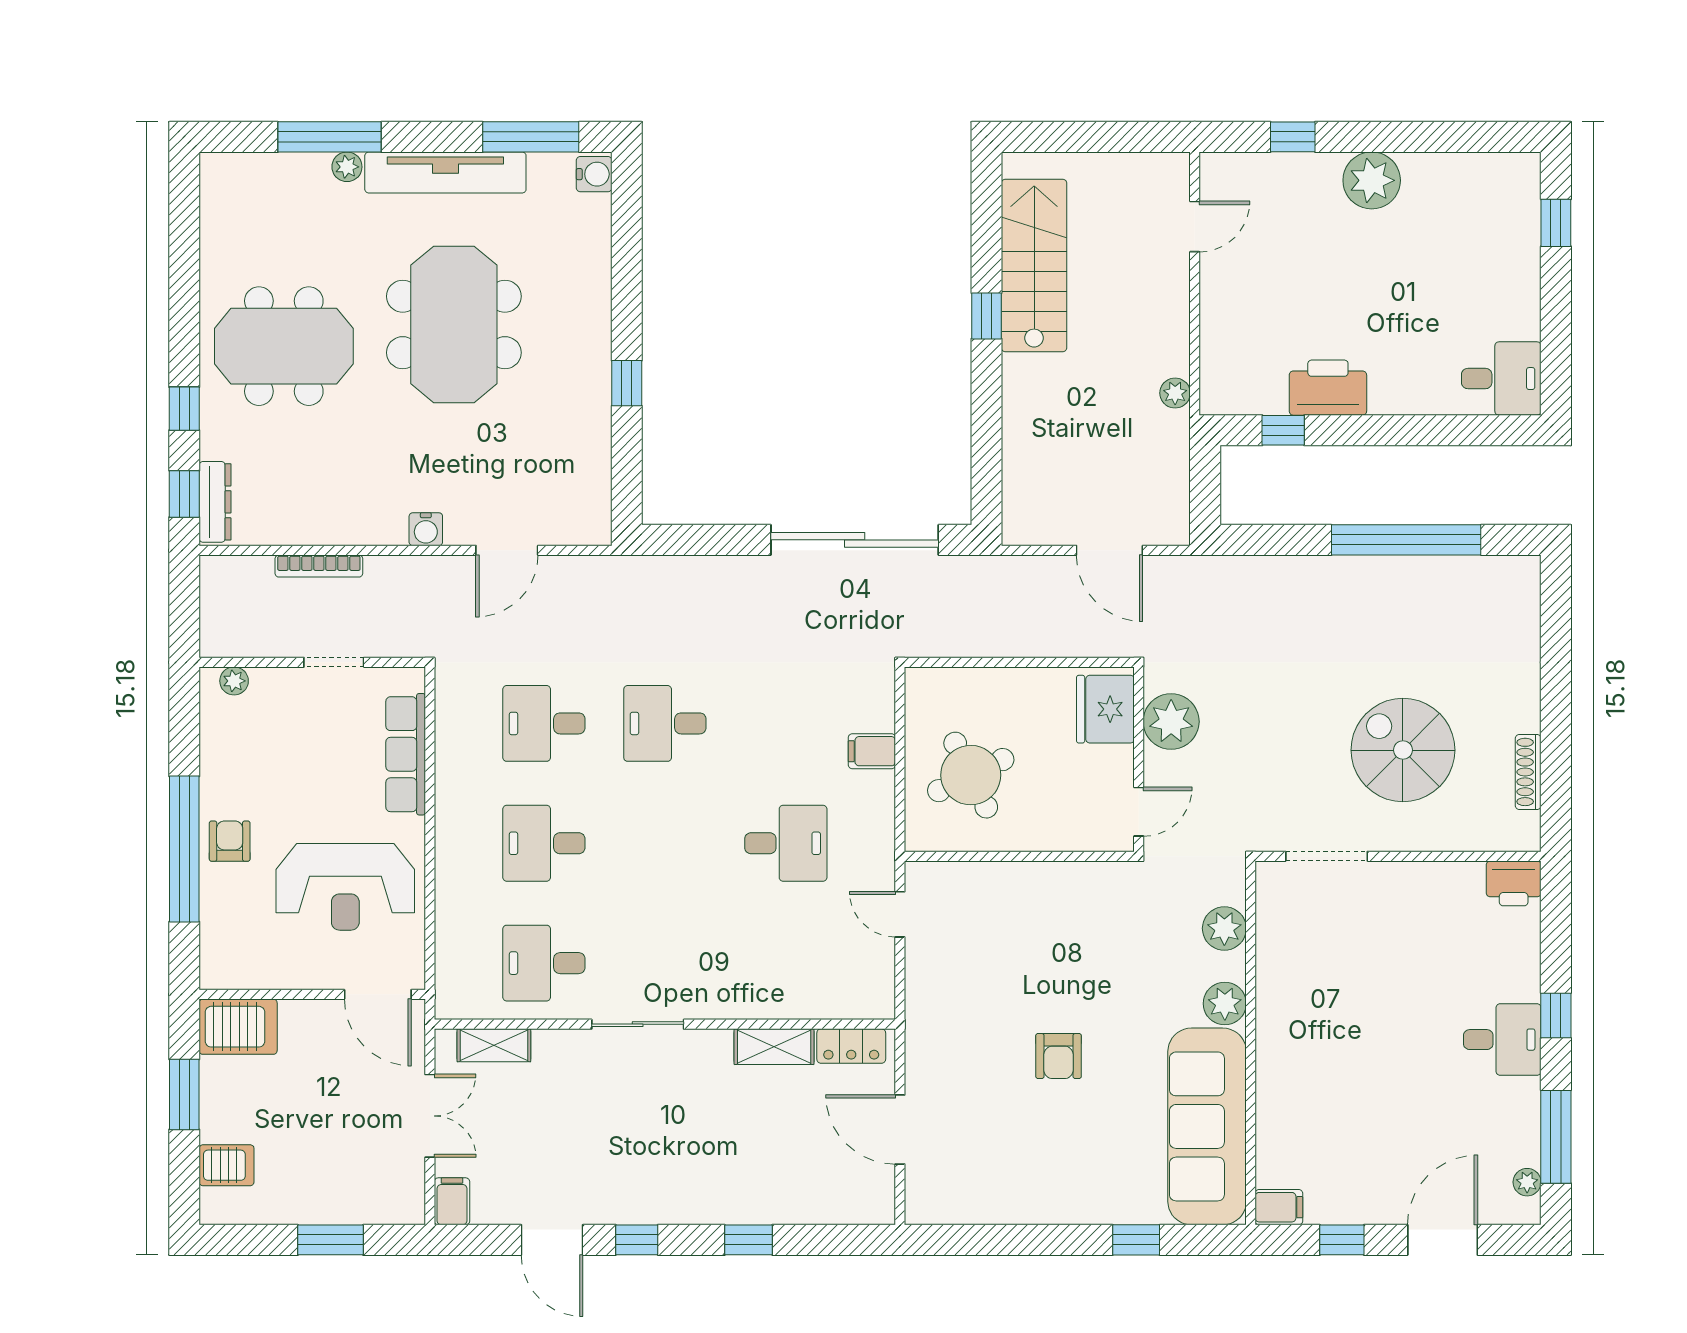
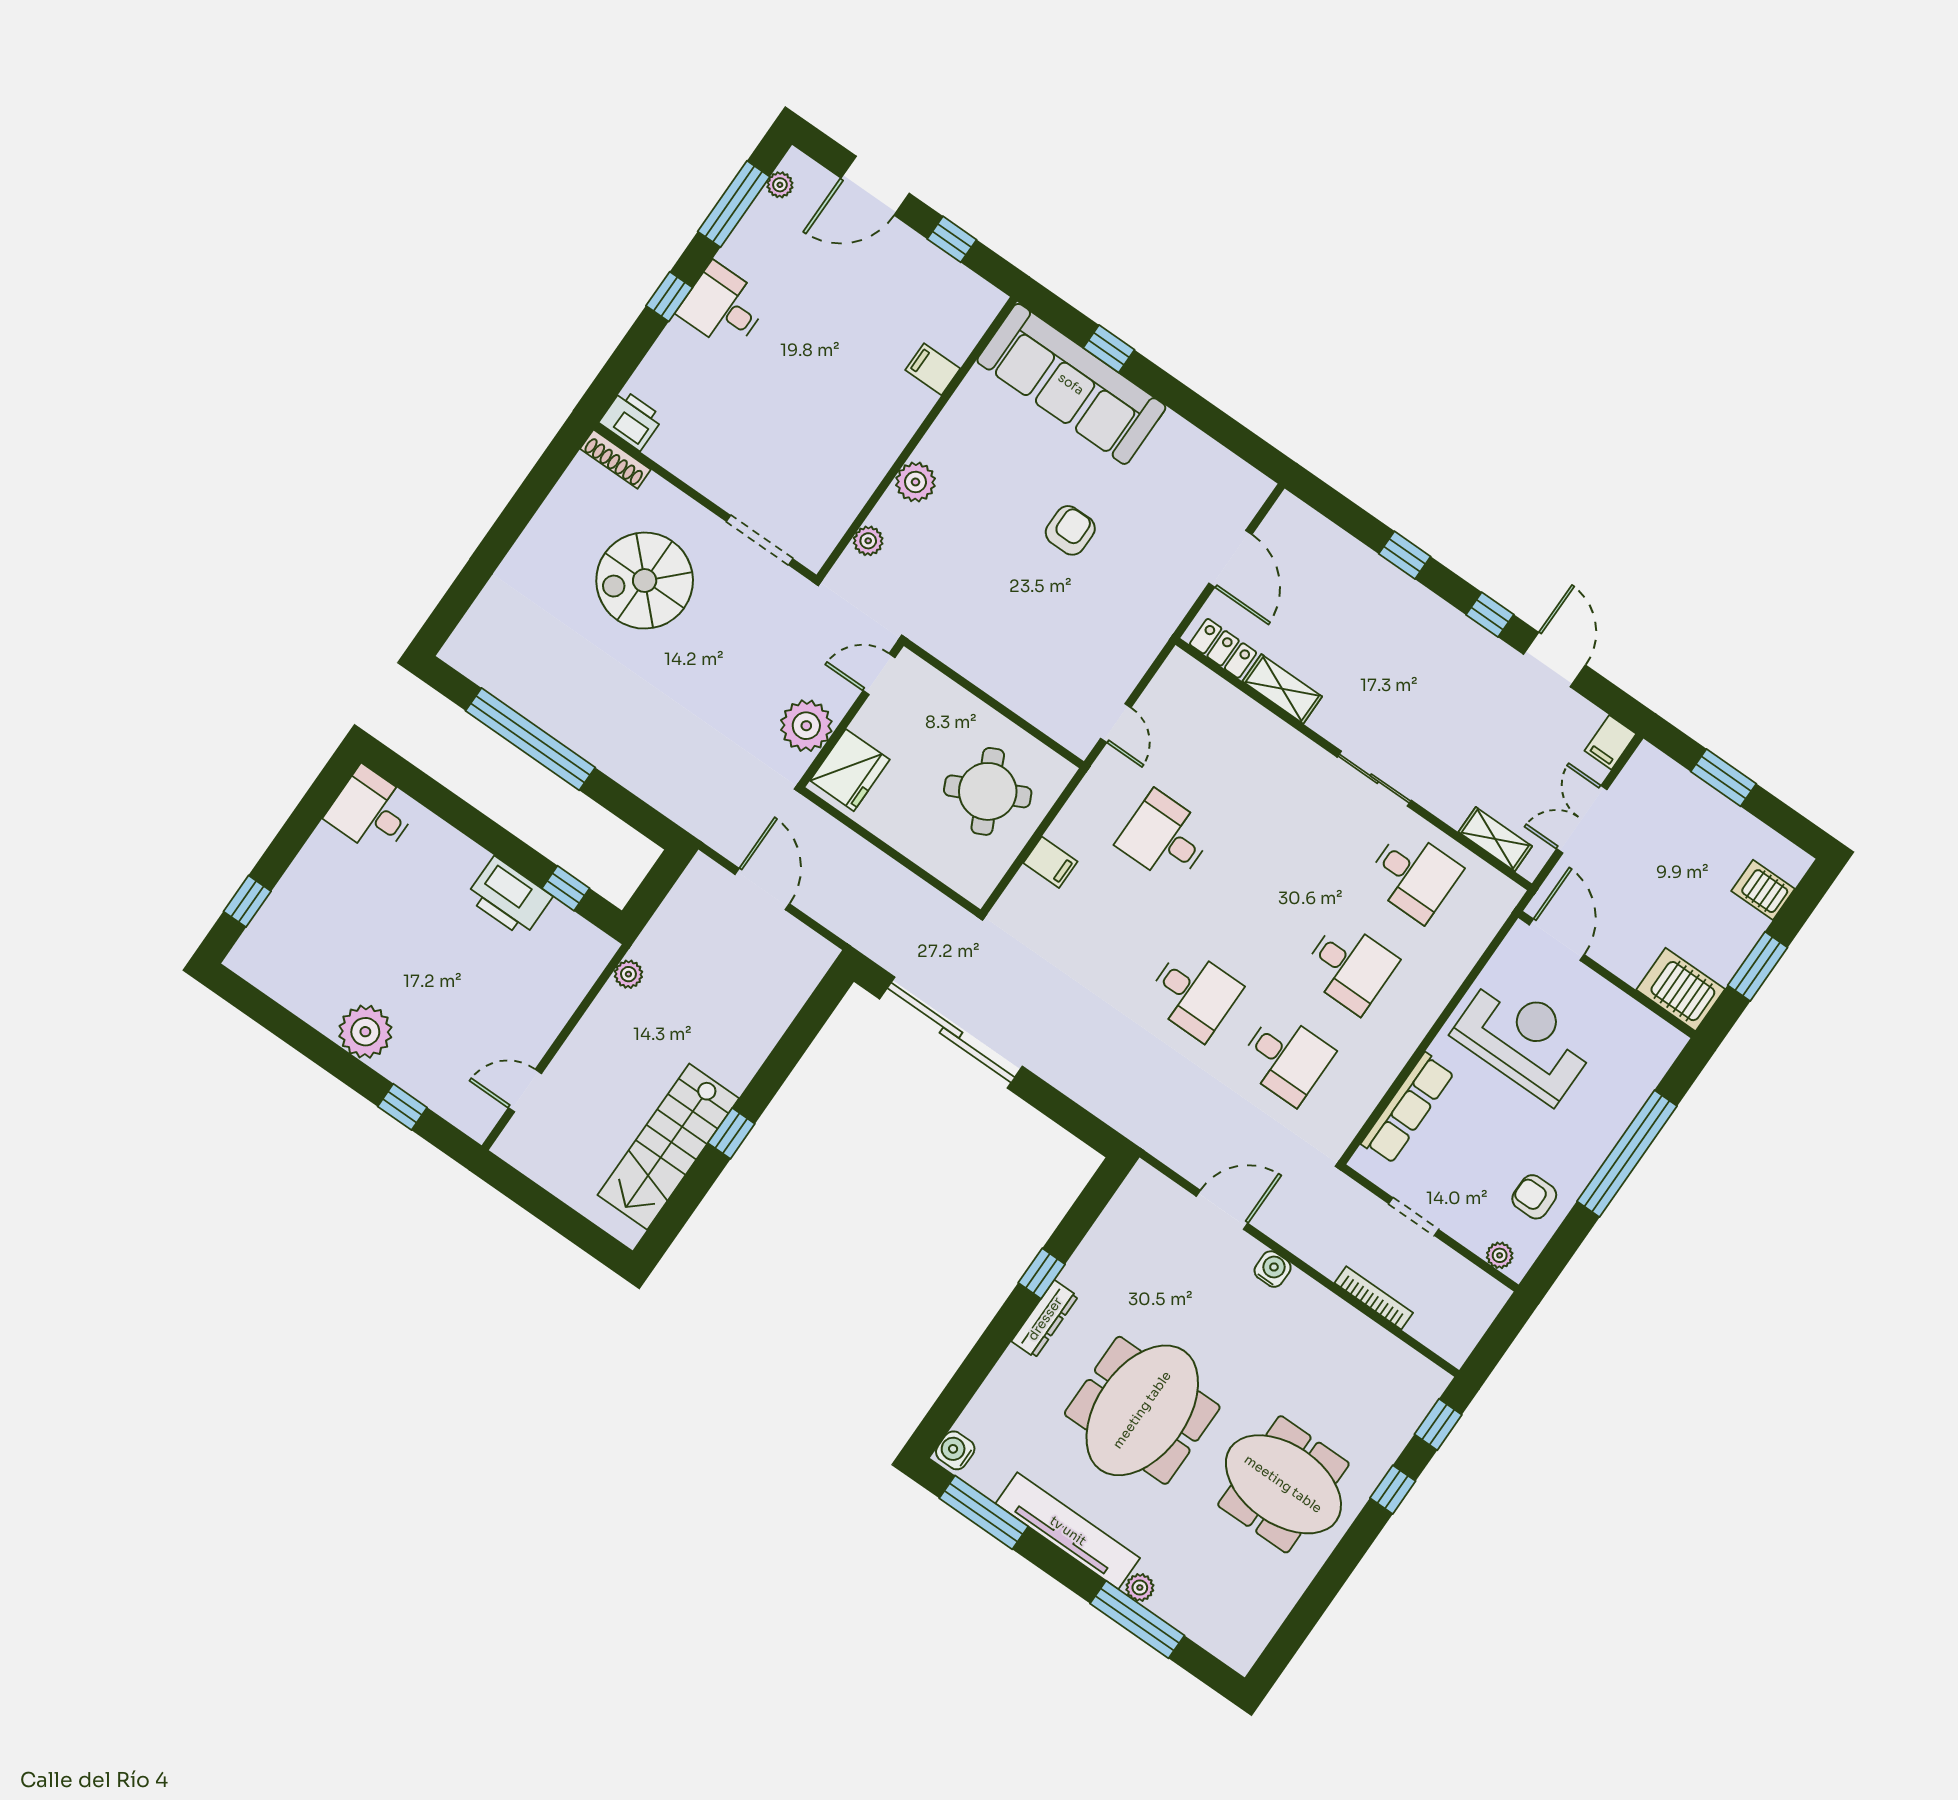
dresser: (215, 502) -> (1045, 1319), moved, turned 180
spiral stairs: (1403, 750) -> (645, 581), turned 90
shoe rack: (1528, 772) -> (615, 459), moved, turned 90
armchair: (230, 841) -> (1534, 1197), moved, turned 90
plant: (1224, 928) -> (868, 541), width x0.73, depth x0.73
sofa: (1207, 1126) -> (1071, 384), moved, turned 90
filing cabinet: (1279, 1207) -> (933, 369), moved

